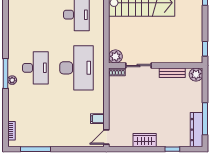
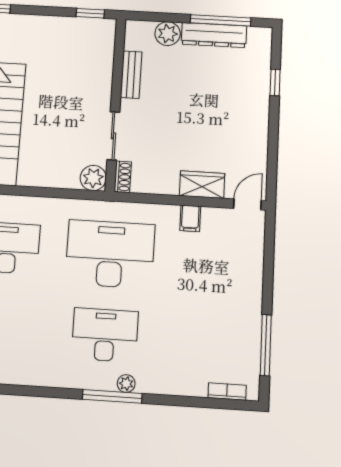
plant: (196, 75) -> (168, 34), moved
filing cabinet: (97, 119) -> (190, 218), moved
dresser: (197, 130) -> (214, 35), moved
door: (106, 137) -> (247, 204), swing flipped
wardrobe: (145, 140) -> (202, 185), moved, turned 90

